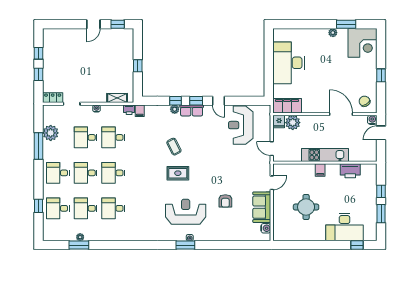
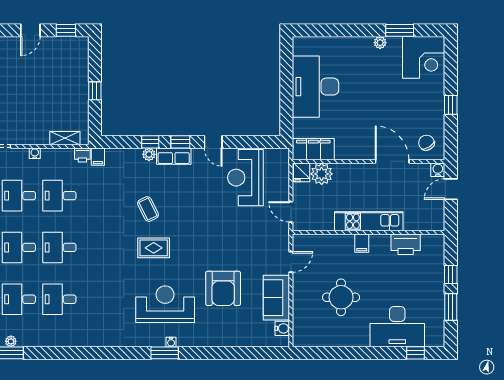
armchair: (225, 201) -> (223, 288), width x1.88, depth x1.88

